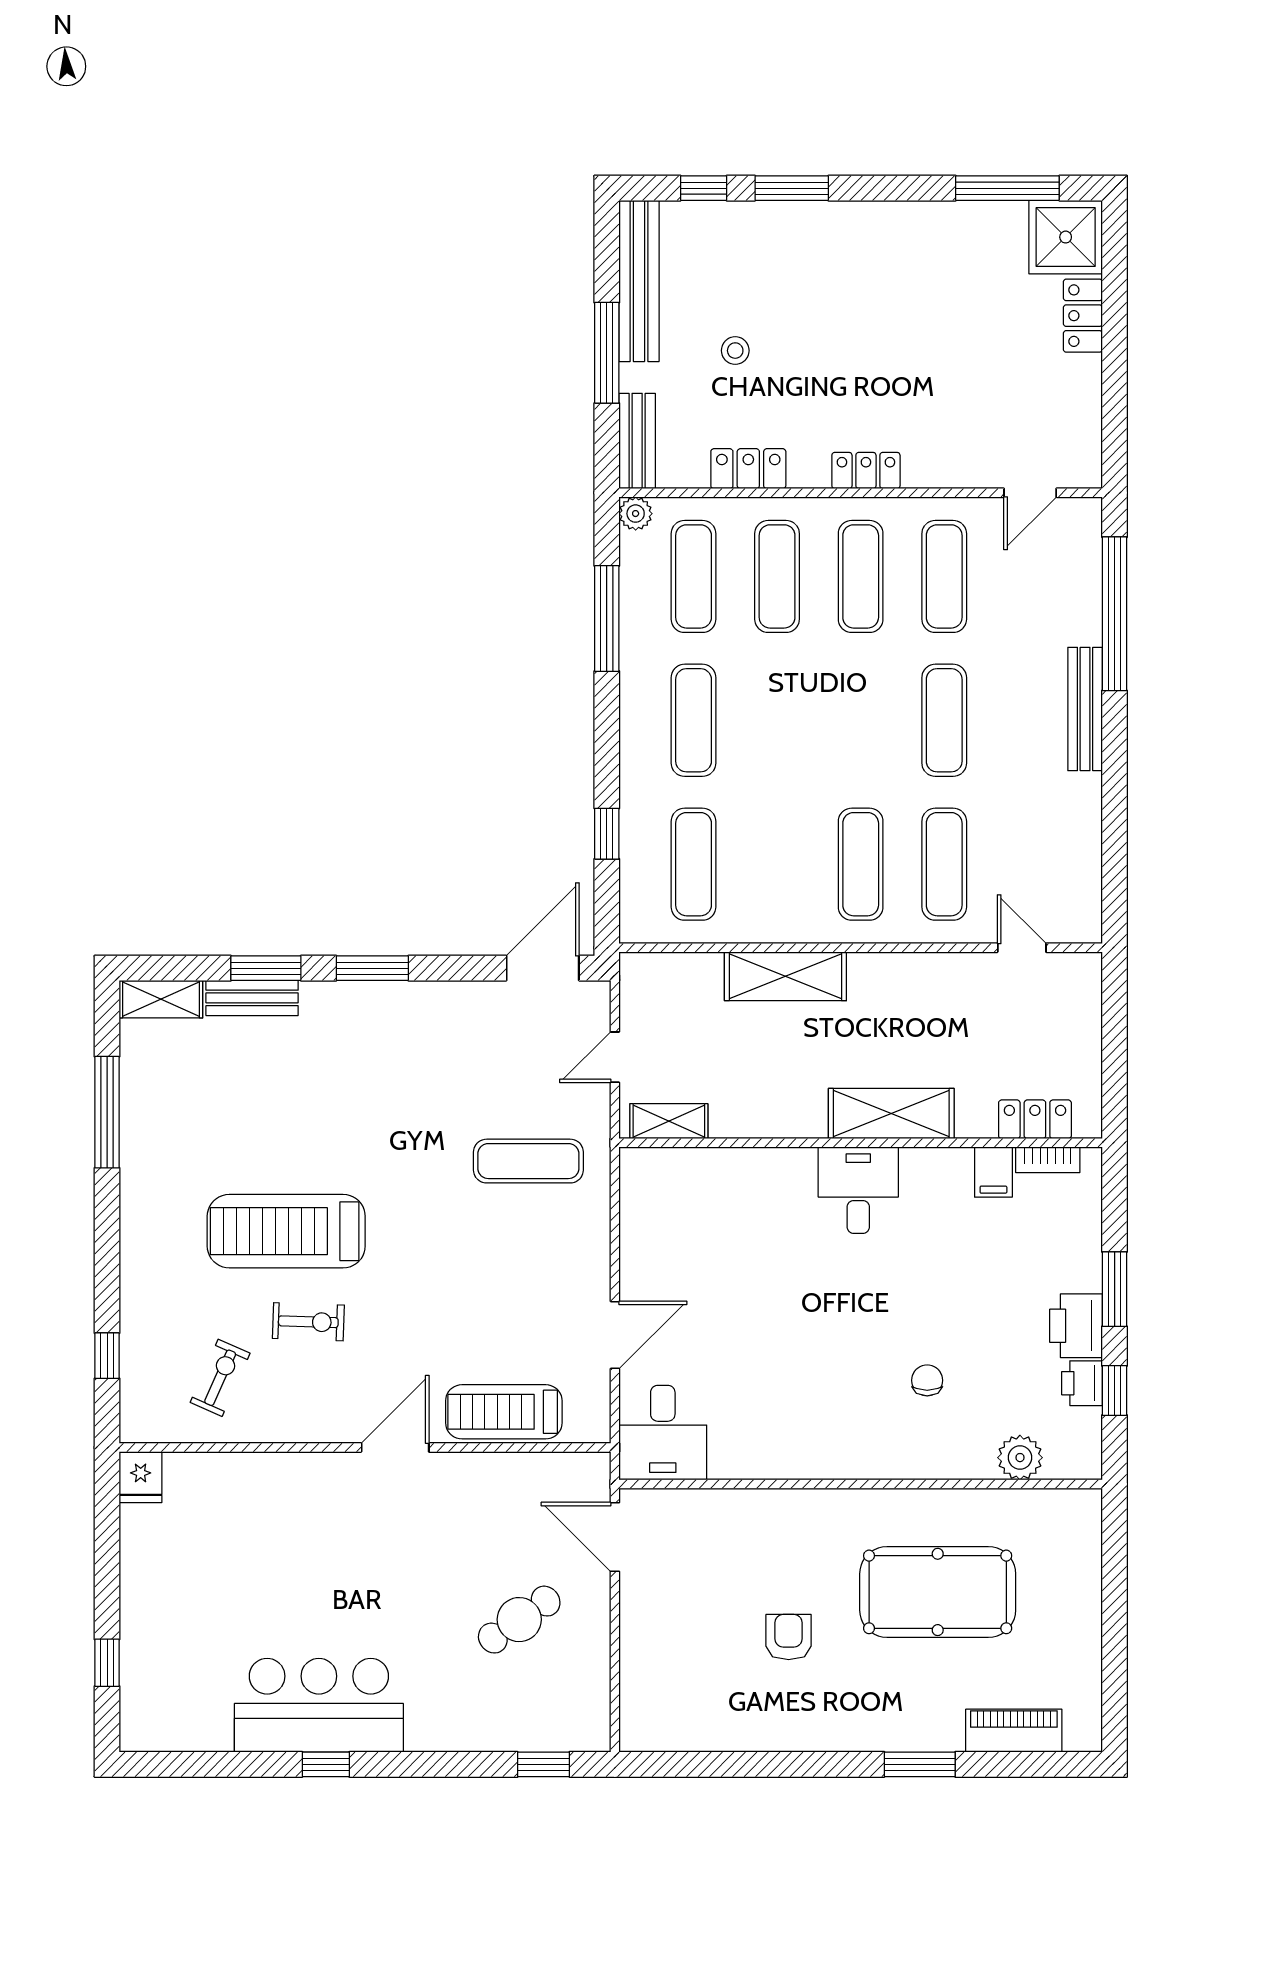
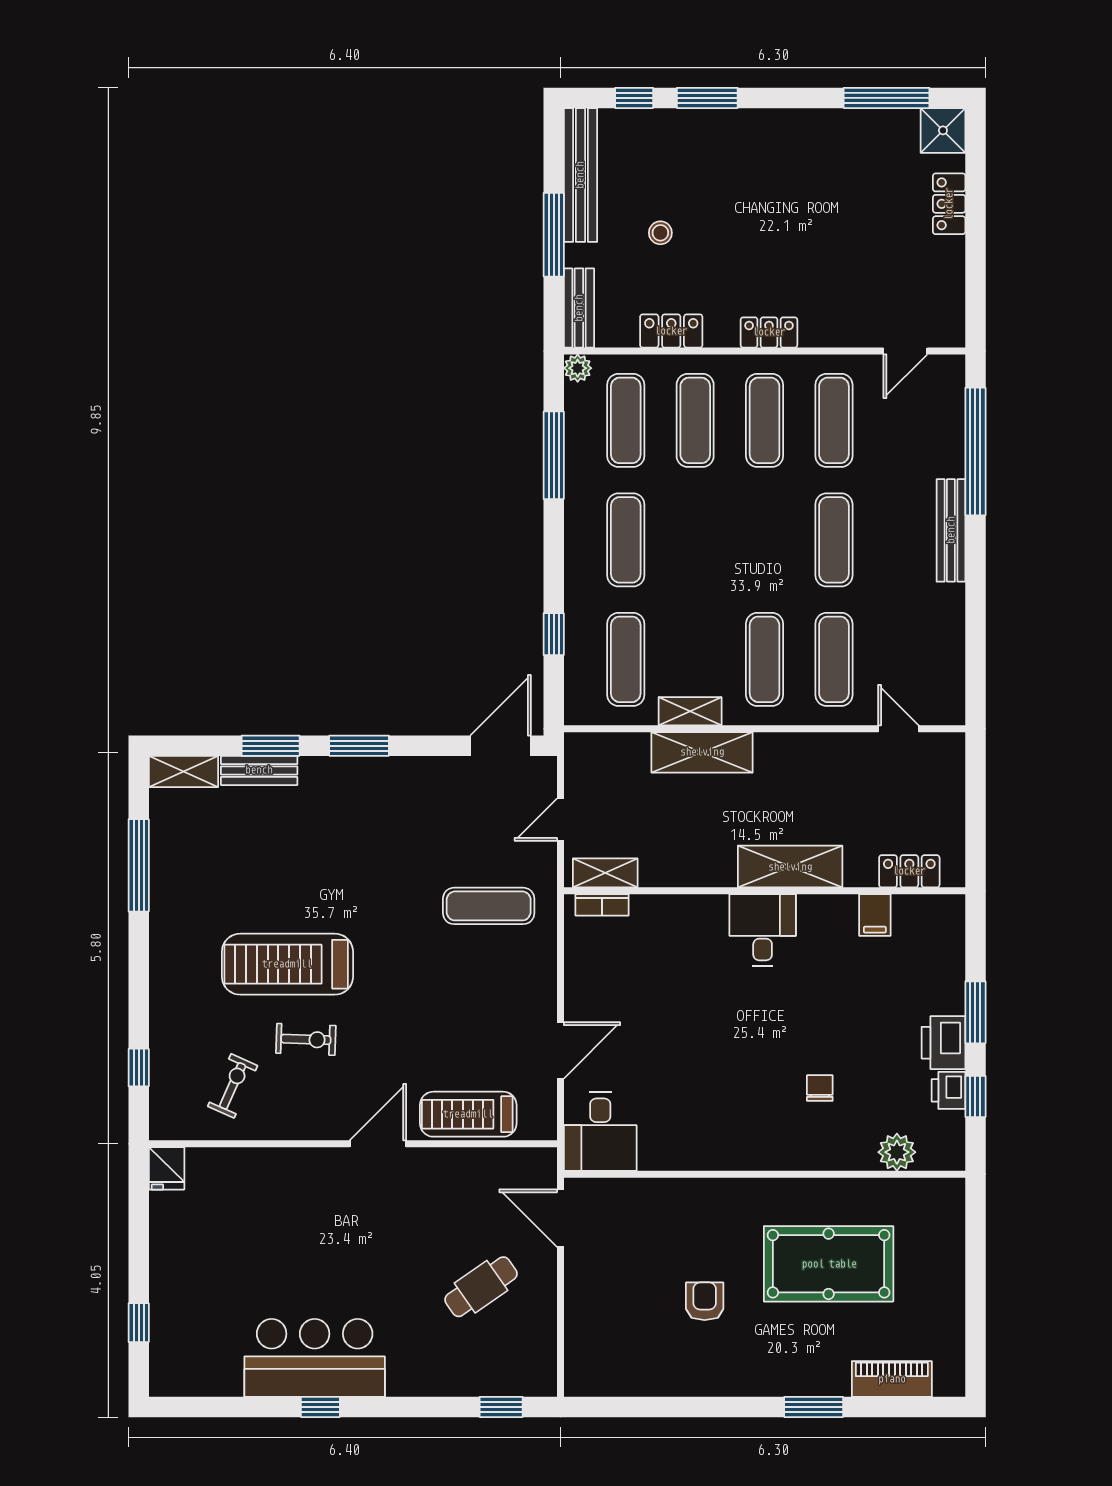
shower: (1066, 237) -> (943, 130), width x0.73, depth x0.73
shelving: (771, 927) -> (690, 711), added
bookcase: (1048, 1160) -> (602, 905), moved

